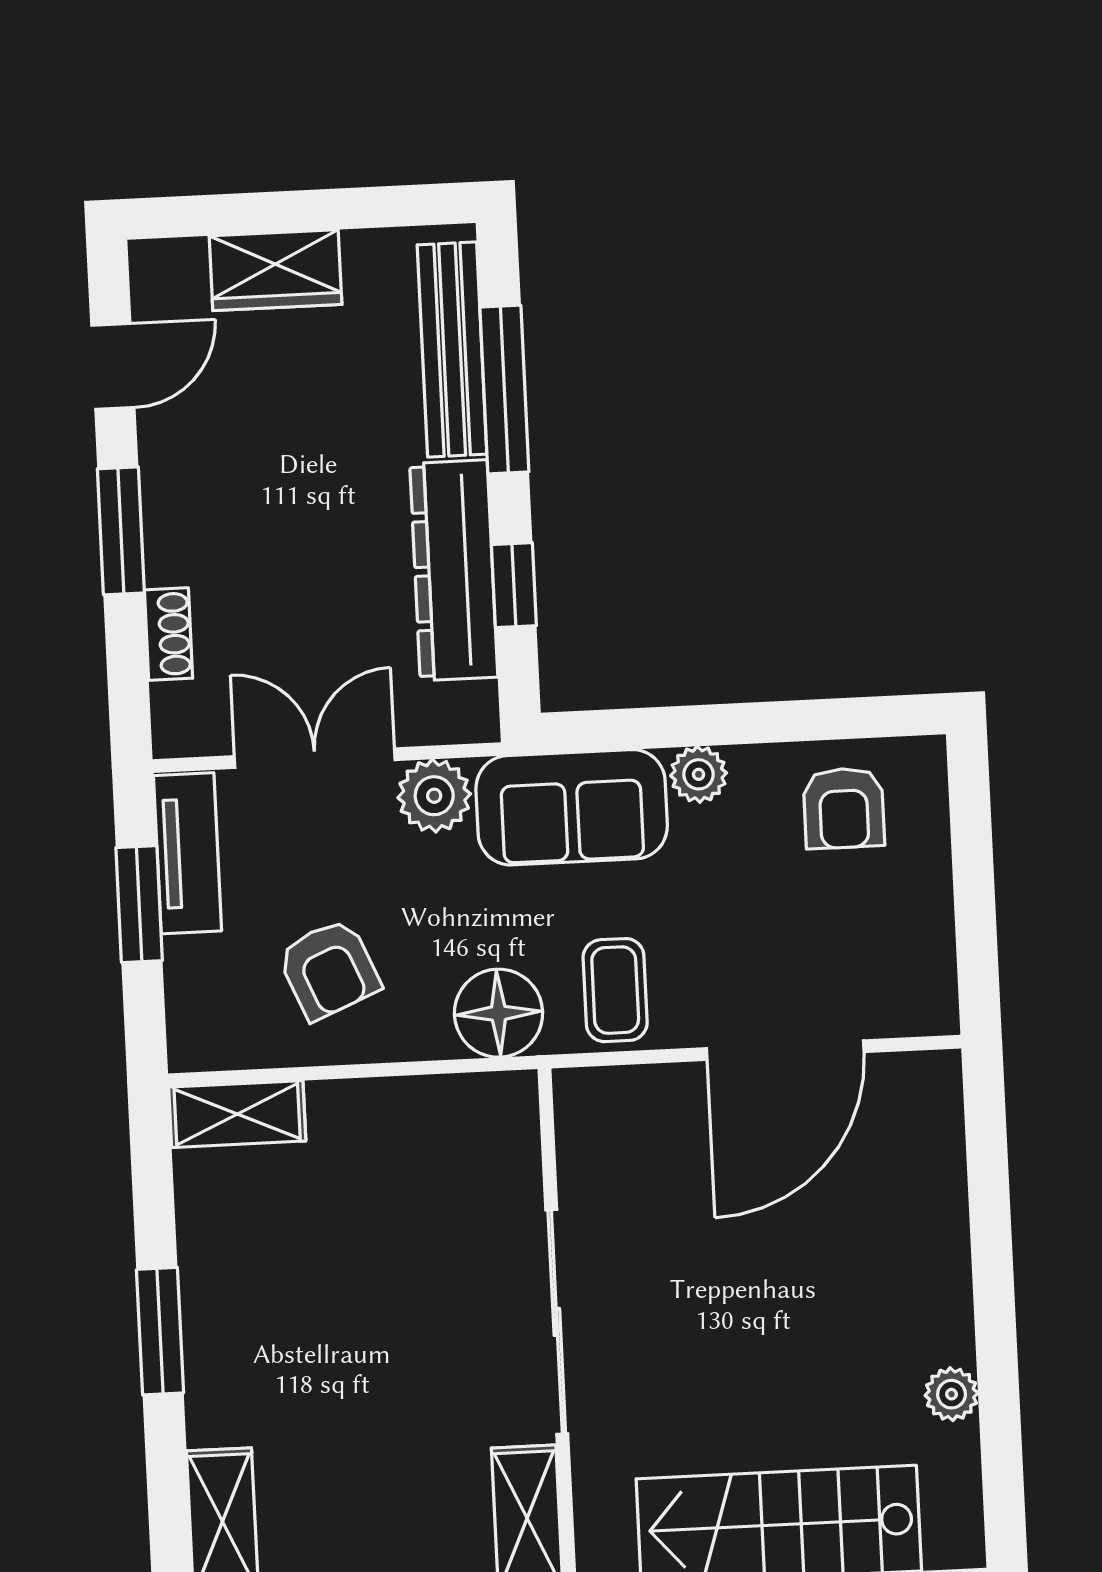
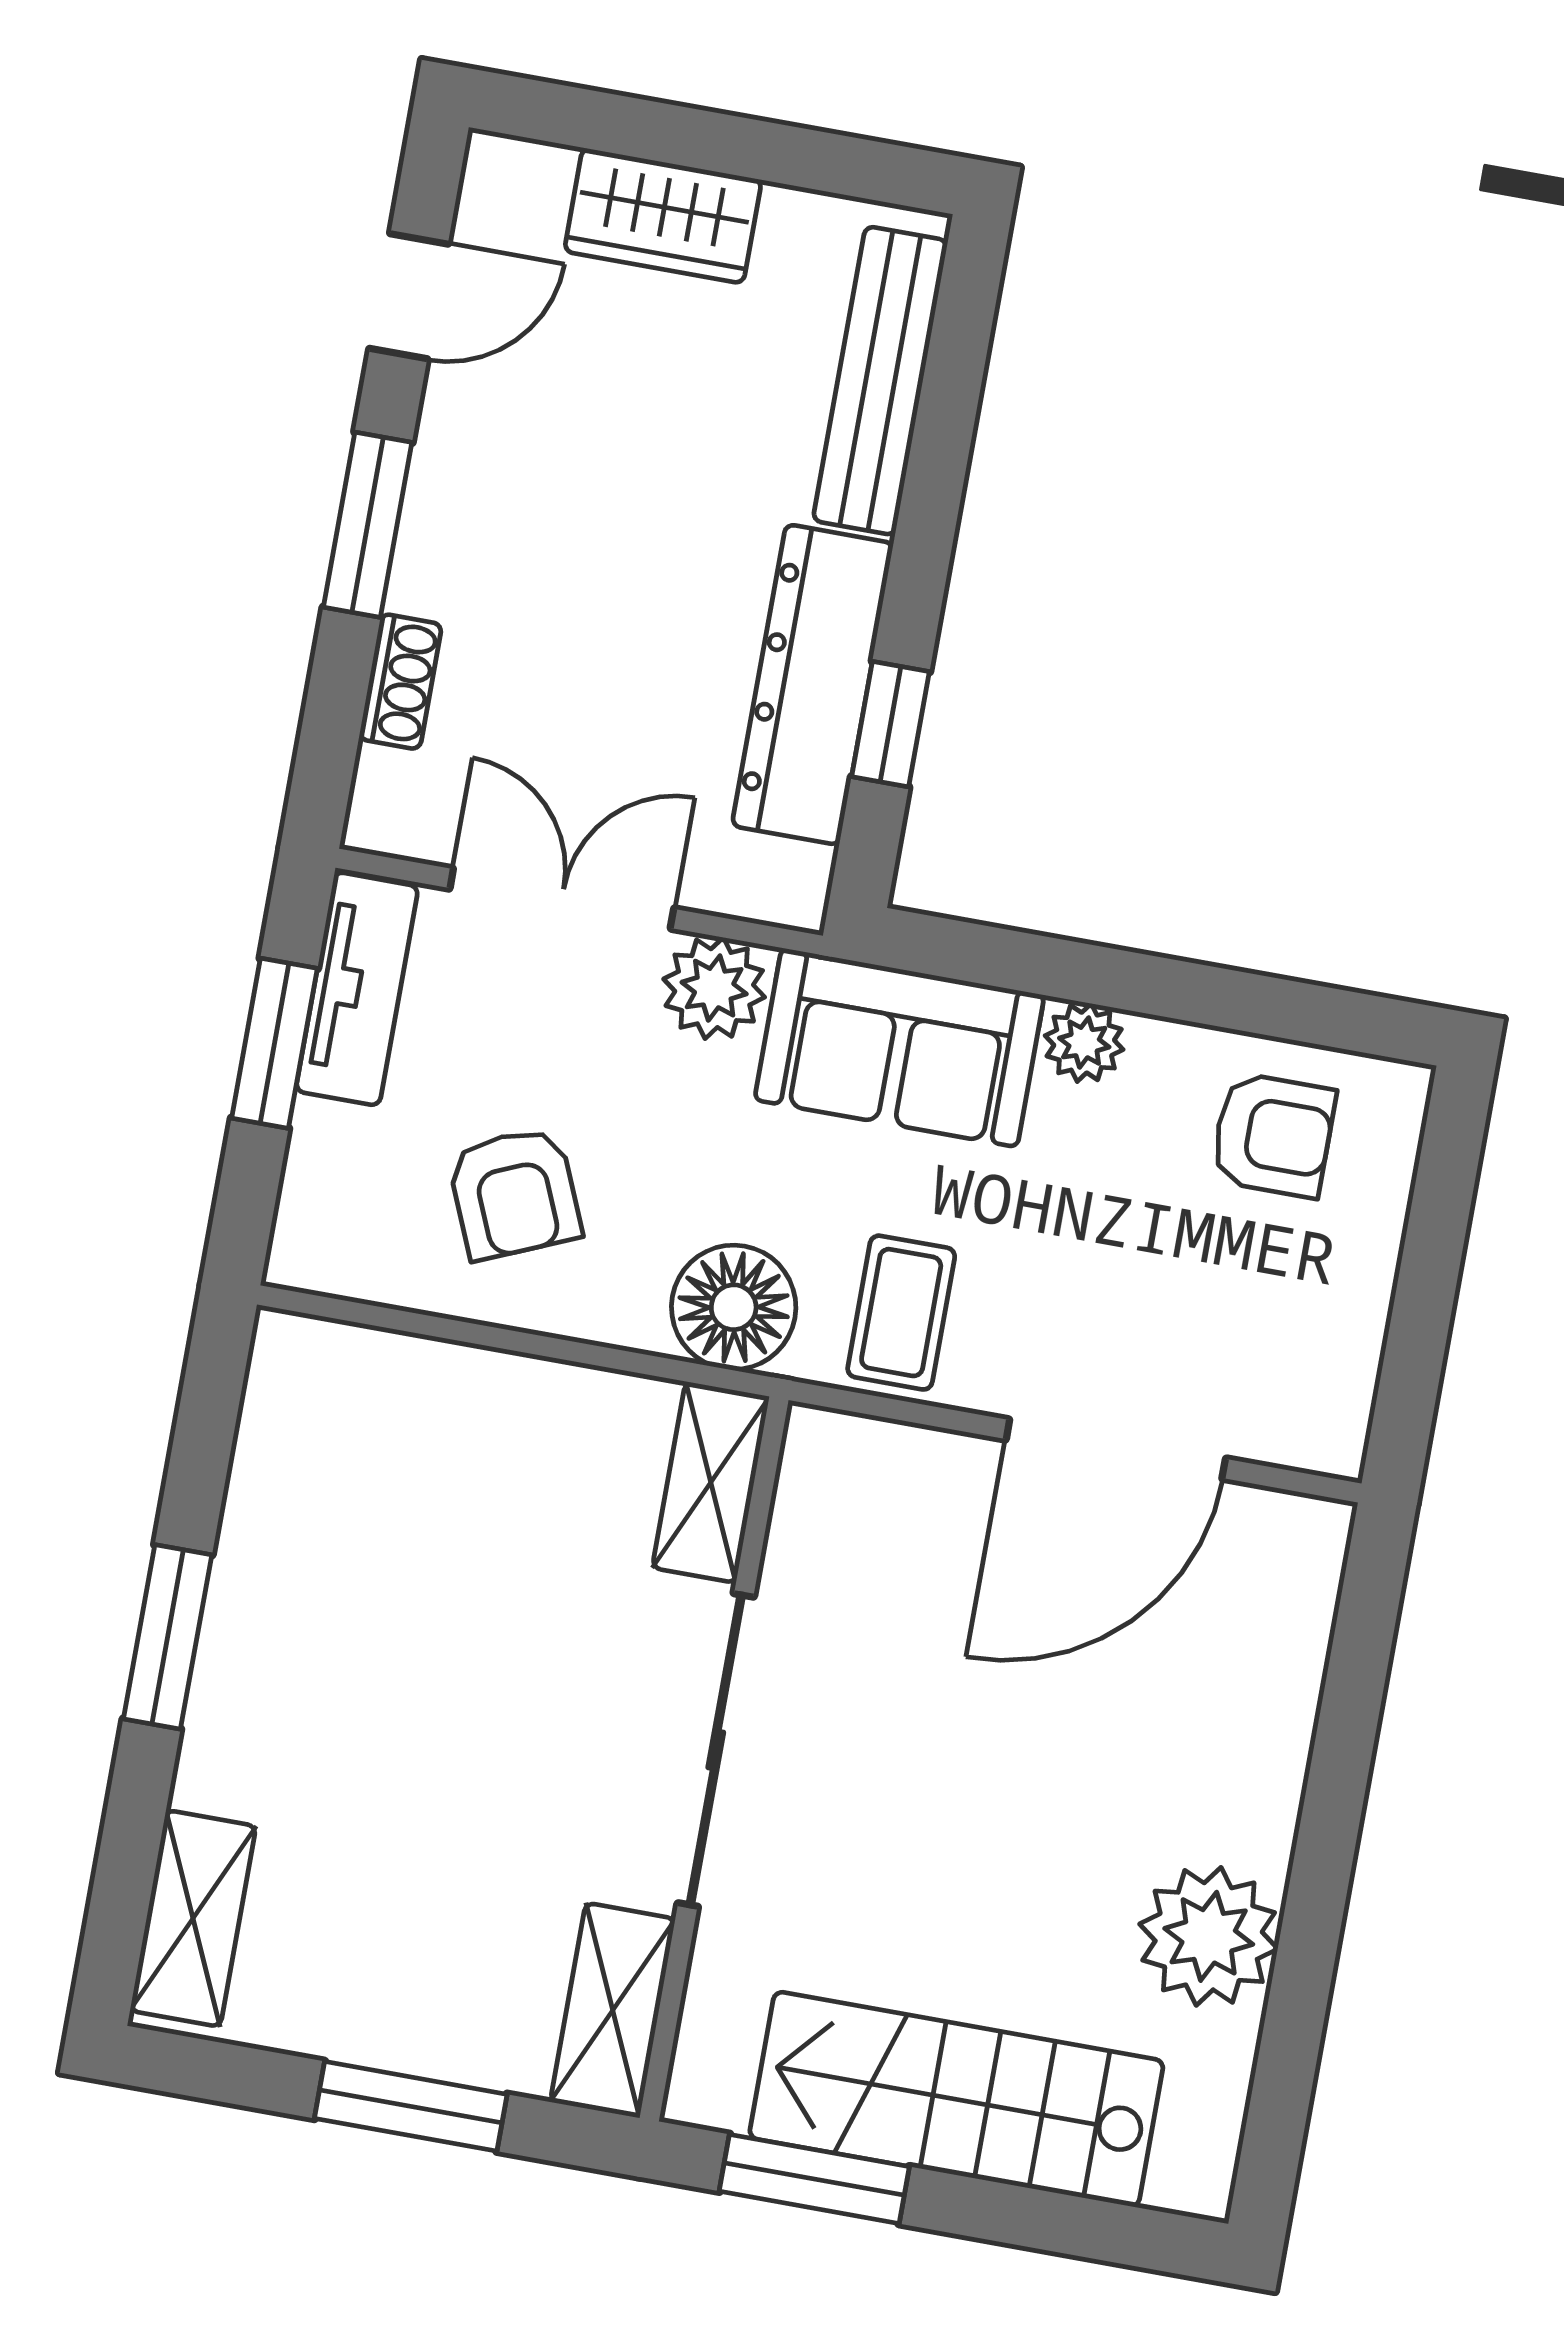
window: (504, 390) -> (939, 452), removed
armchair: (844, 808) -> (1273, 1135), turned -90
shelving: (237, 1114) -> (711, 1482), moved, turned 90
plant: (952, 1394) -> (1209, 1936), width x1.88, depth x1.88

